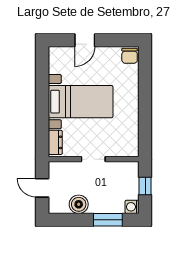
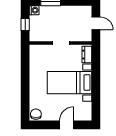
boiler: (79, 204) -> (71, 12), removed

